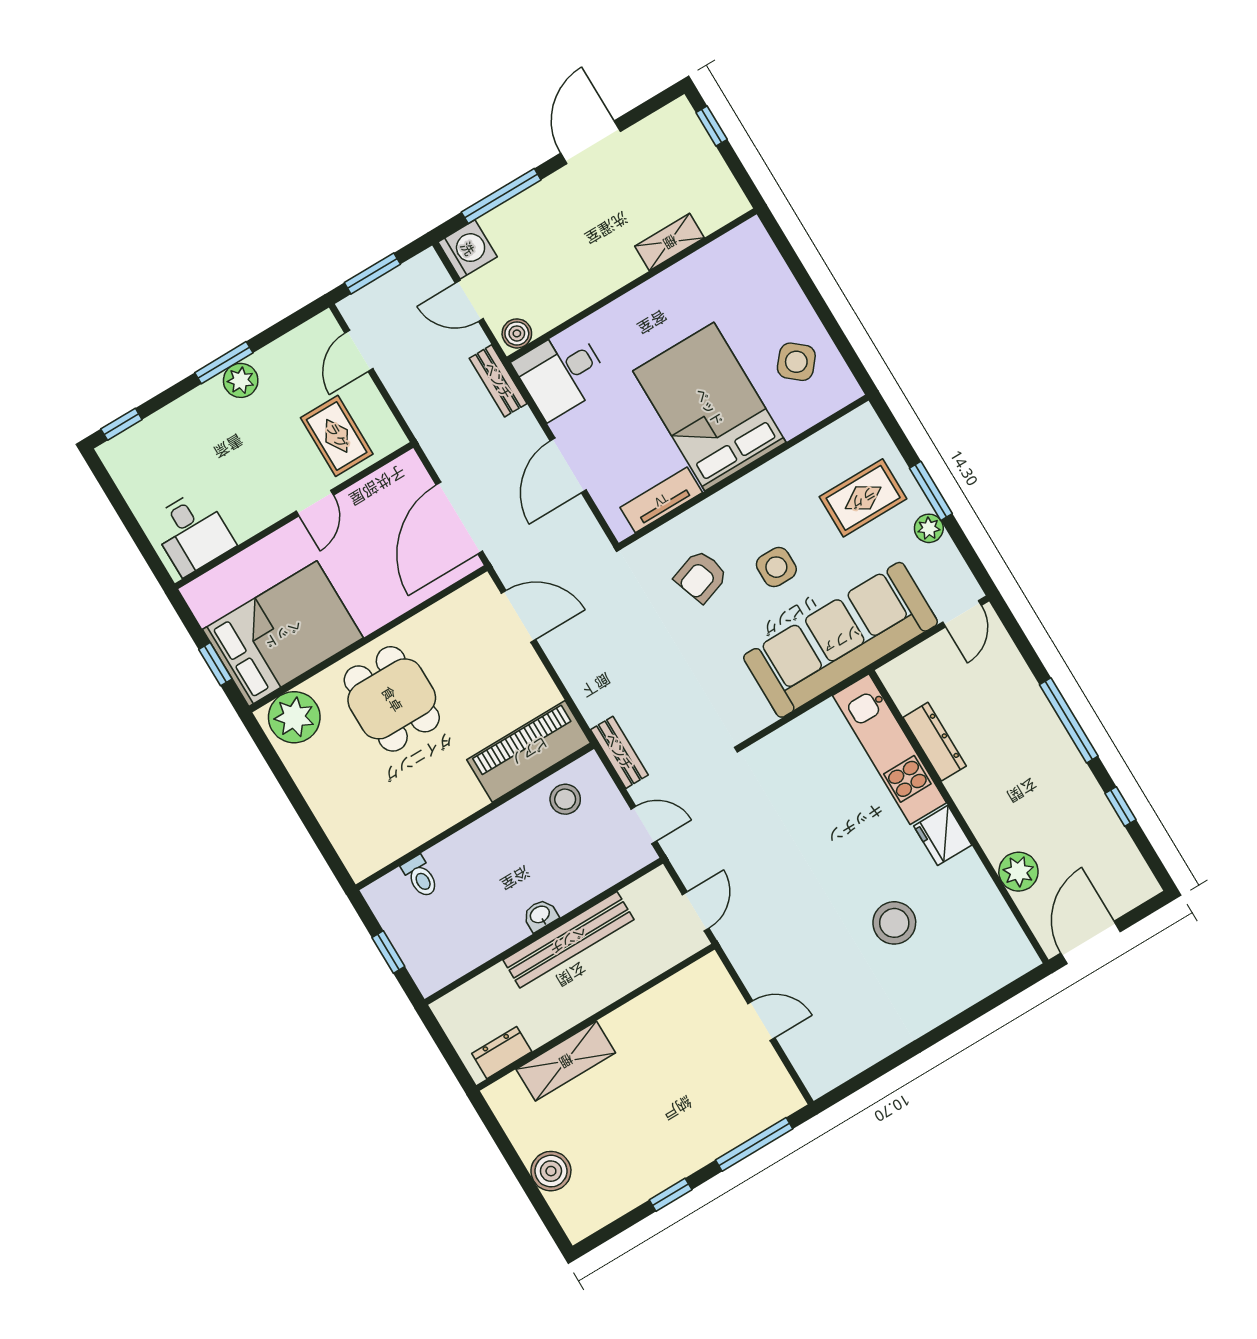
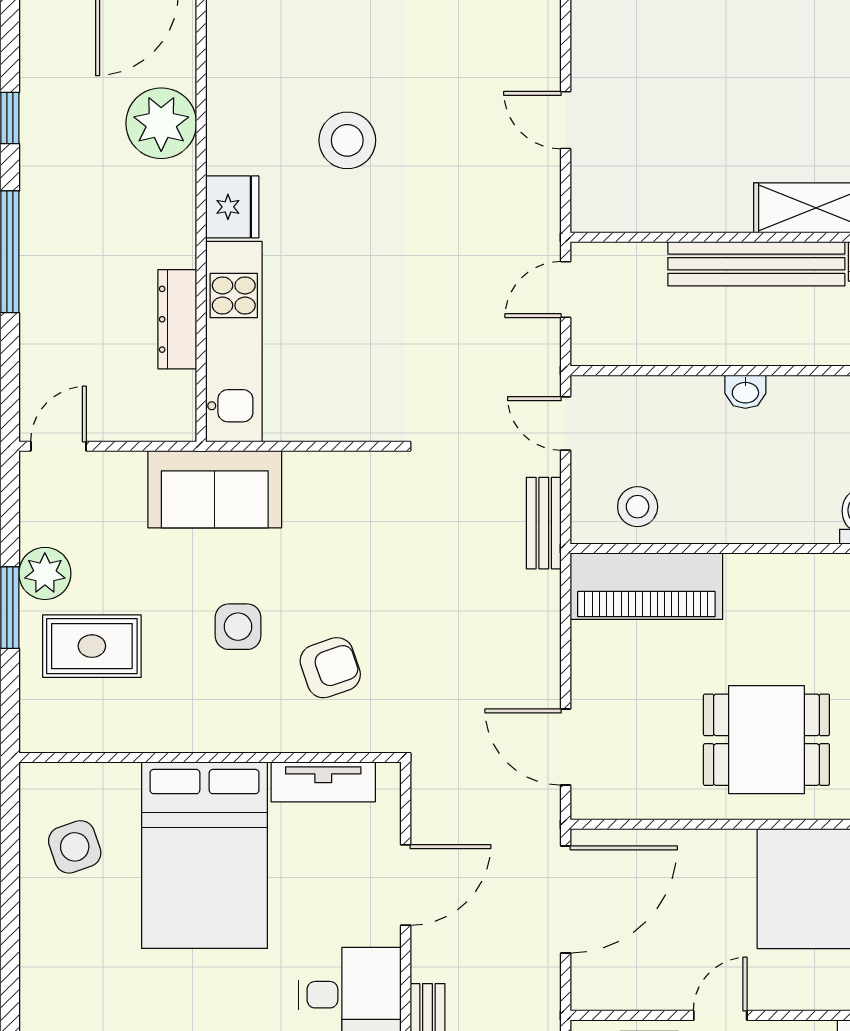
side table: (796, 362) -> (75, 847), turned 31
plant: (929, 528) -> (45, 573), width x1.38, depth x1.38
sofa: (841, 640) -> (215, 489), width x0.54, depth x0.79
dining table: (392, 699) -> (766, 740), turned 90
plant: (1018, 872) -> (161, 123), width x1.36, depth x1.36
bench: (568, 940) -> (756, 264), moved

